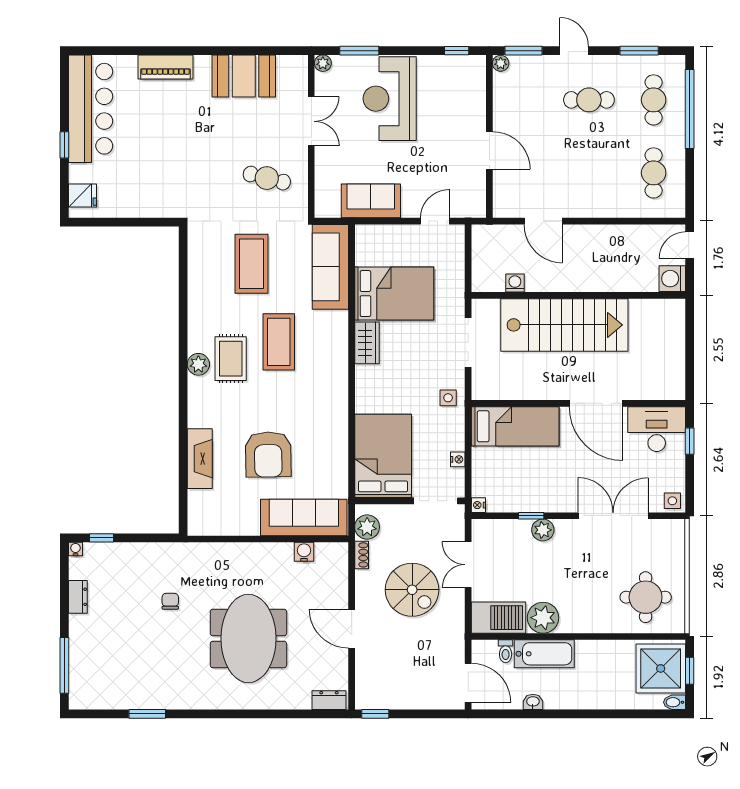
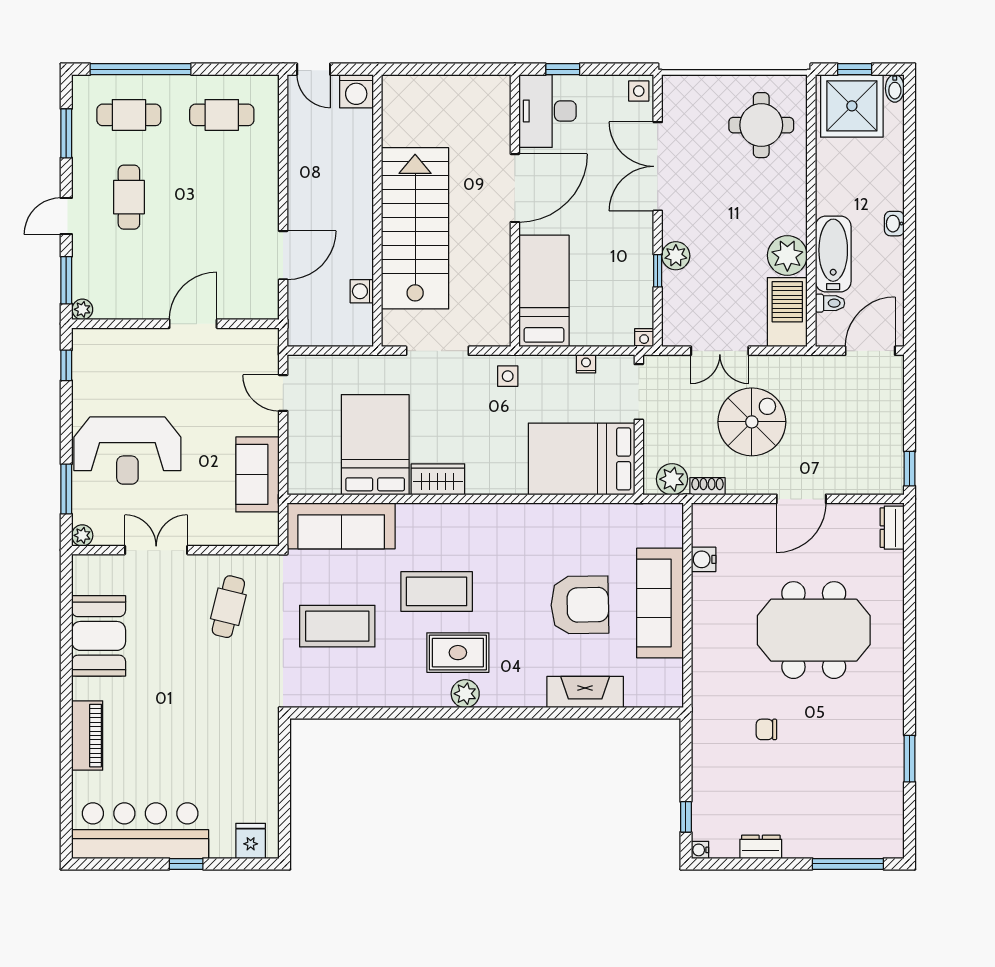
sofa: (304, 518) -> (660, 603), moved
washbasin: (533, 702) -> (894, 224), moved

